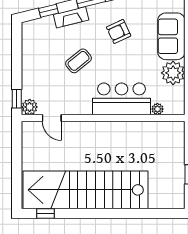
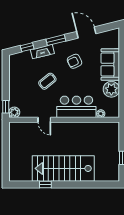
door: (52, 118) -> (44, 120), moved
stairs: (85, 190) -> (63, 168), width x0.73
window: (46, 214) -> (45, 184), moved

